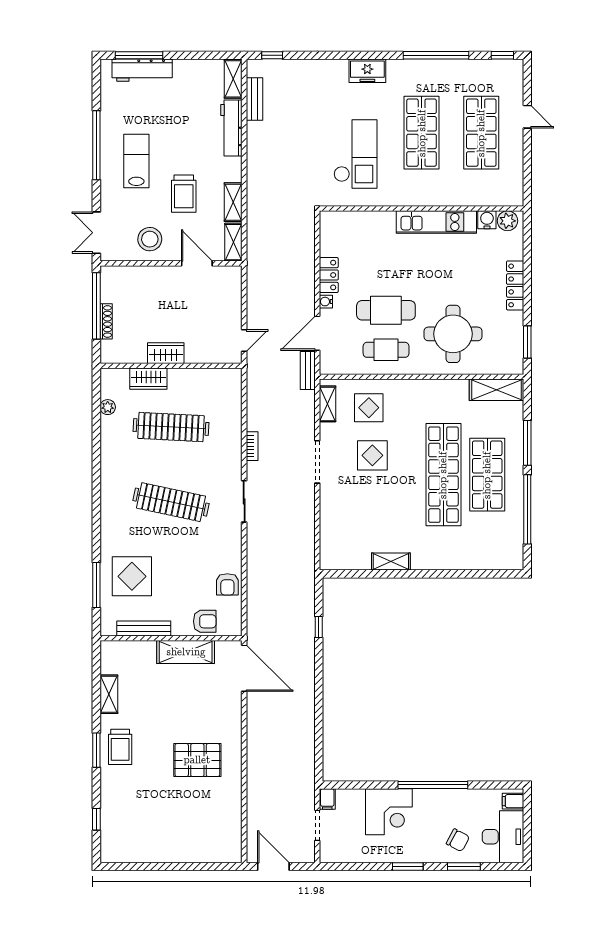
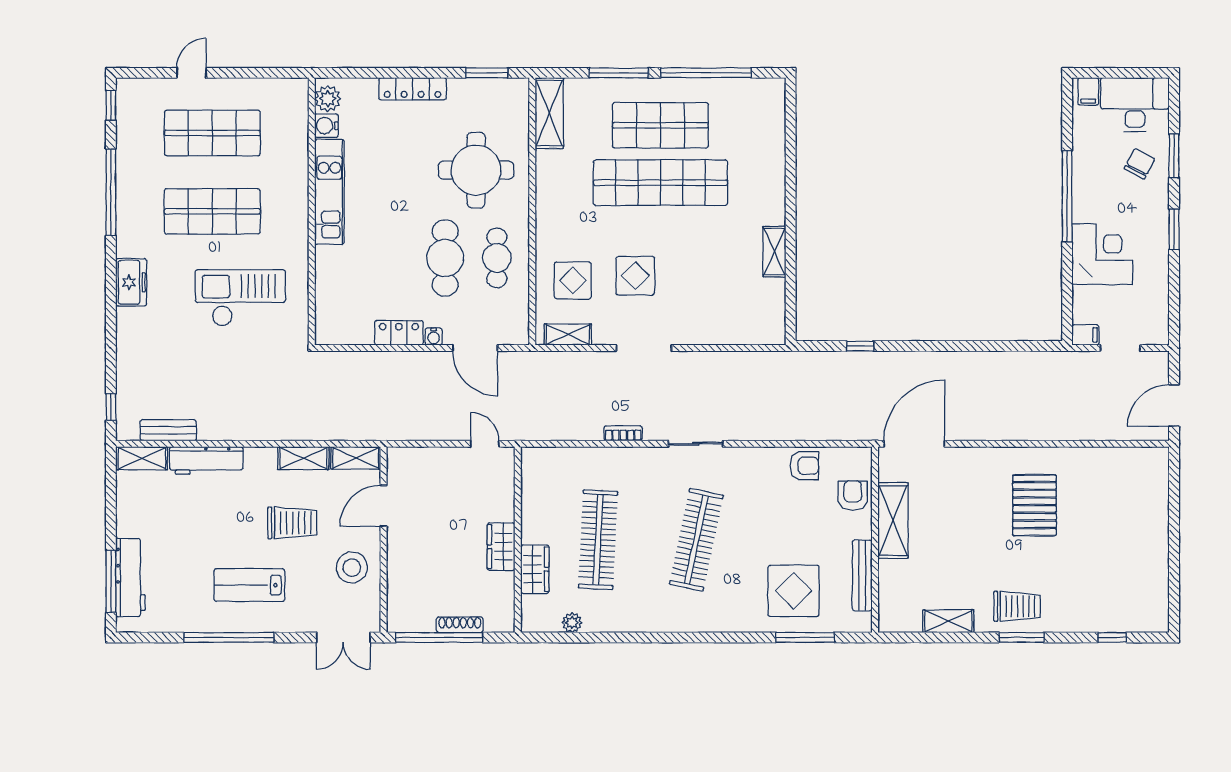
bench: (308, 370) -> (524, 360), removed

